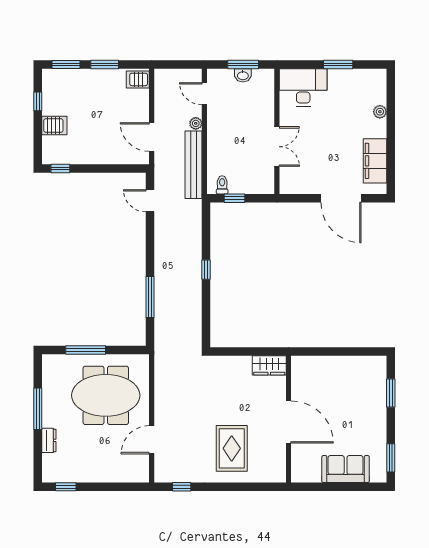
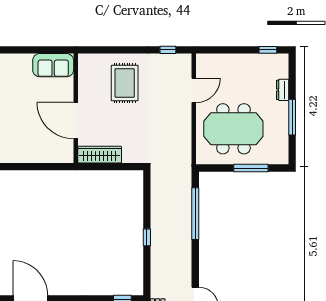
window: (150, 297) -> (195, 214), width x1.46
wardrobe: (269, 365) -> (100, 155), width x1.50
door: (288, 422) -> (76, 121), moved
sofa: (346, 469) -> (53, 65), moved

